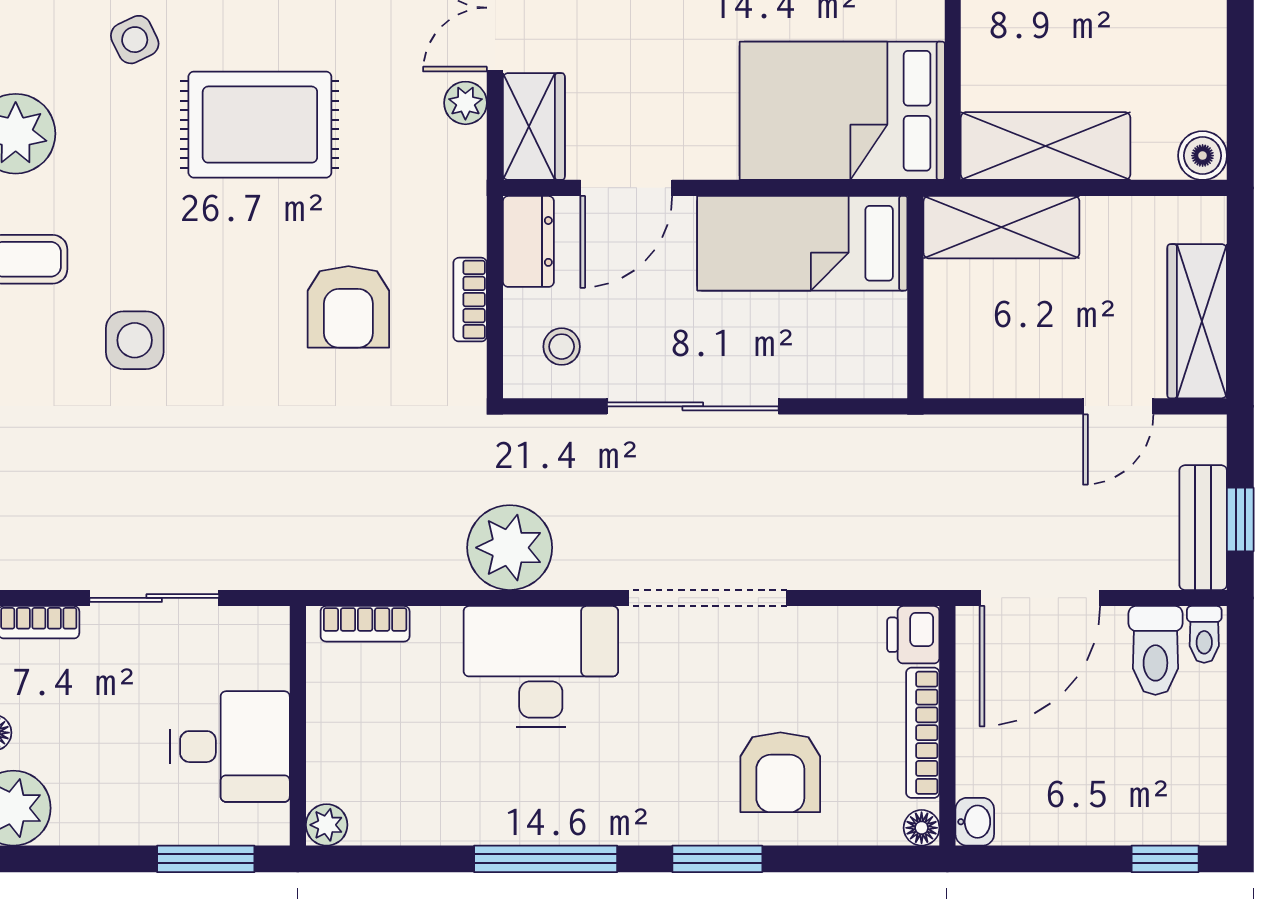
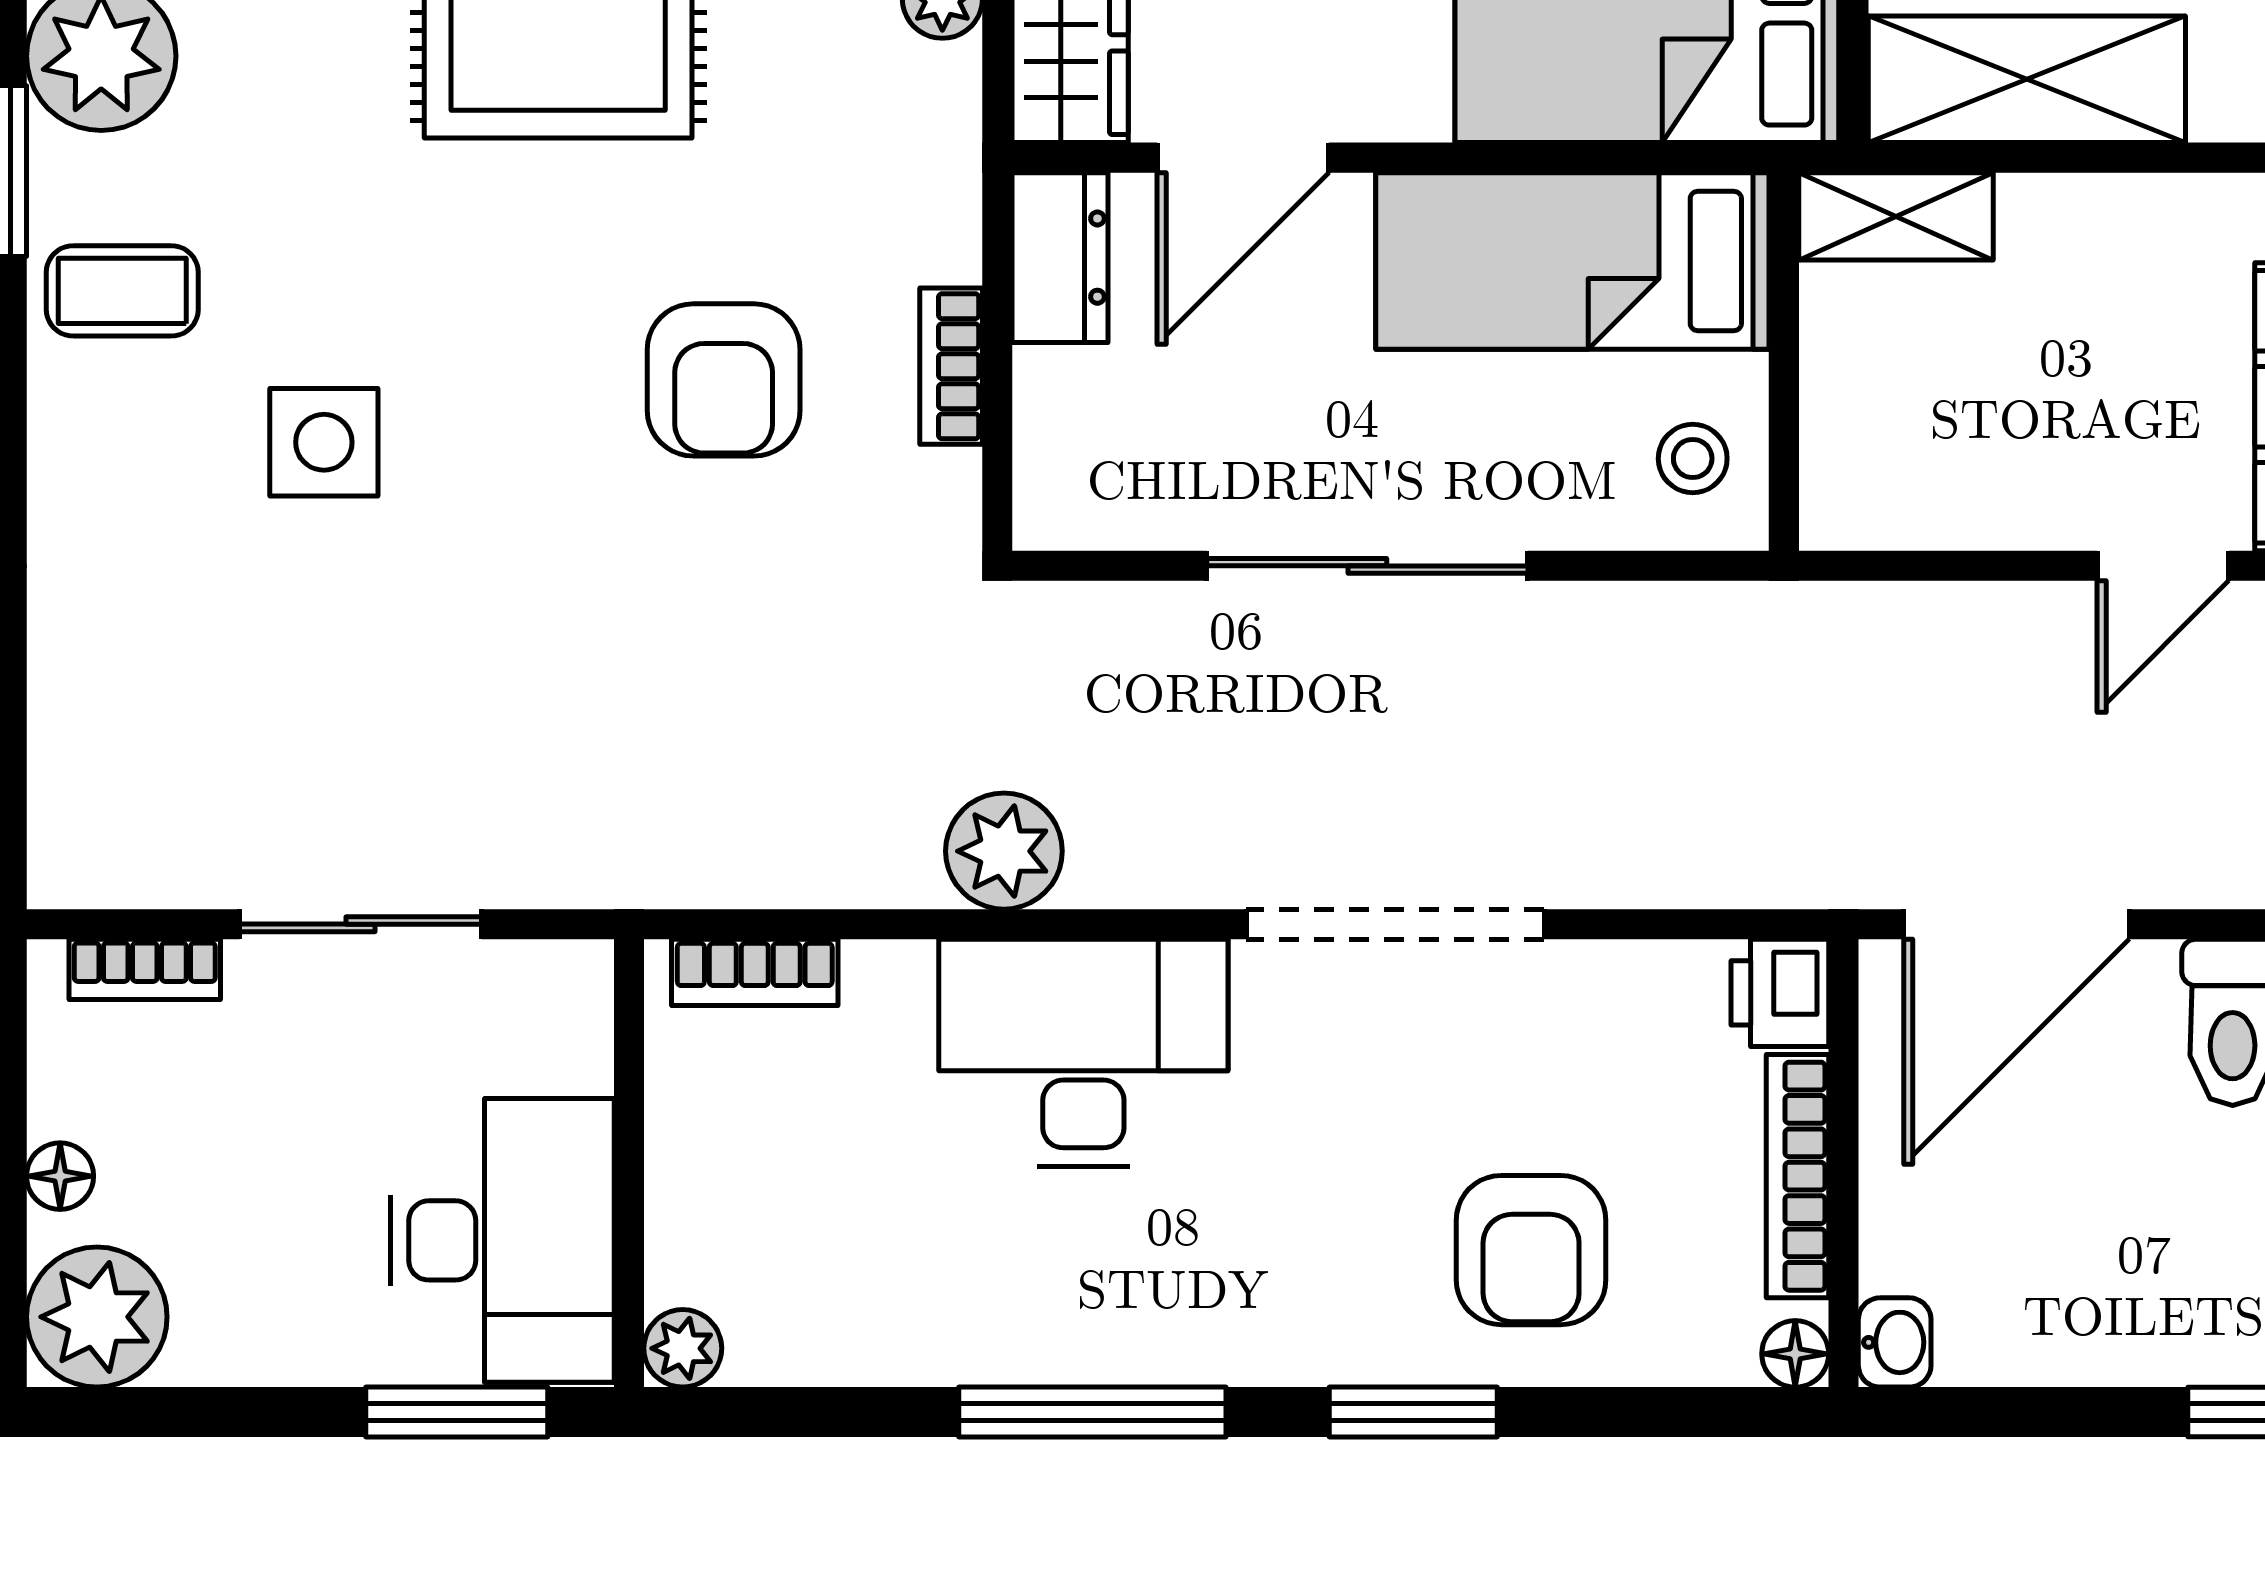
shelving: (1001, 227) -> (1896, 216), width x0.67, depth x0.75
stool: (562, 347) -> (1693, 459), moved
plant: (510, 548) -> (1004, 851), width x0.73, depth x0.73
desk: (230, 747) -> (502, 1240), width x1.37

